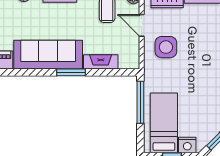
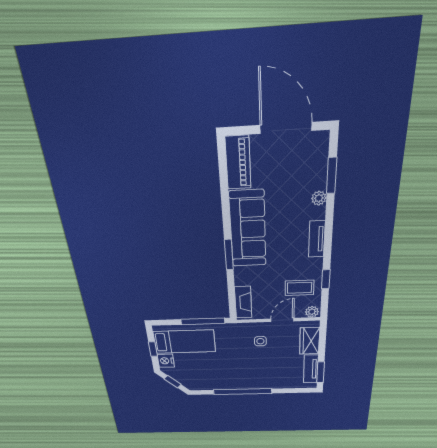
side table: (166, 47) -> (260, 341), width x0.54, depth x0.54
fireplace: (101, 62) -> (243, 302), moved

